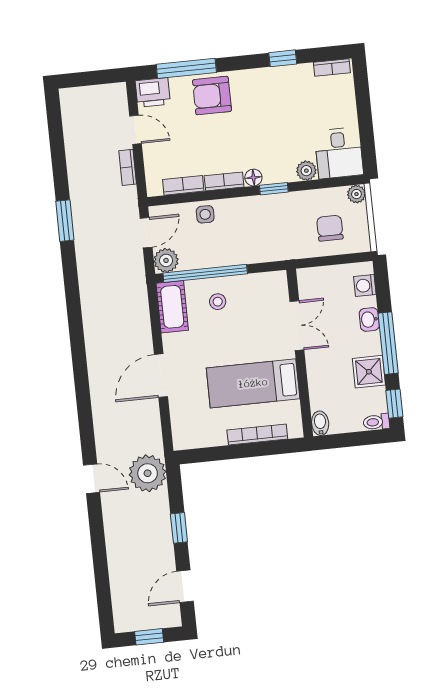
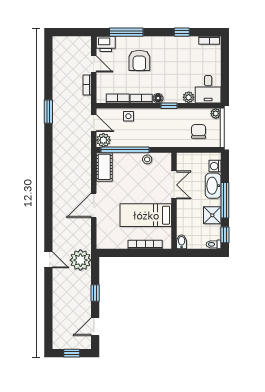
armchair: (212, 96) -> (139, 60), moved, turned -90
door: (146, 233) -> (94, 123), hinge flipped
stool: (218, 302) -> (147, 159), moved
washbasin: (369, 319) -> (213, 186), width x1.91, depth x1.45

